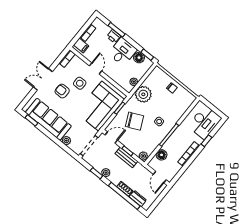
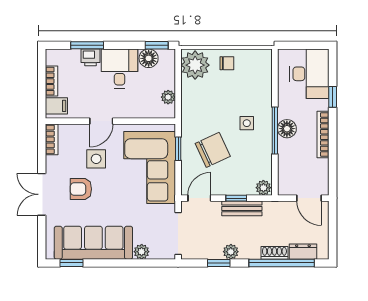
door: (96, 68) -> (101, 121), swing flipped
plant: (143, 94) -> (195, 65), moved
floor lamp: (162, 155) -> (287, 129), moved

